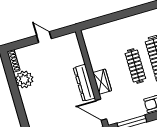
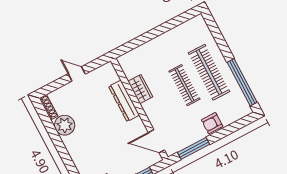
wardrobe: (102, 82) -> (140, 89), moved
dresser: (84, 83) -> (124, 101), moved

